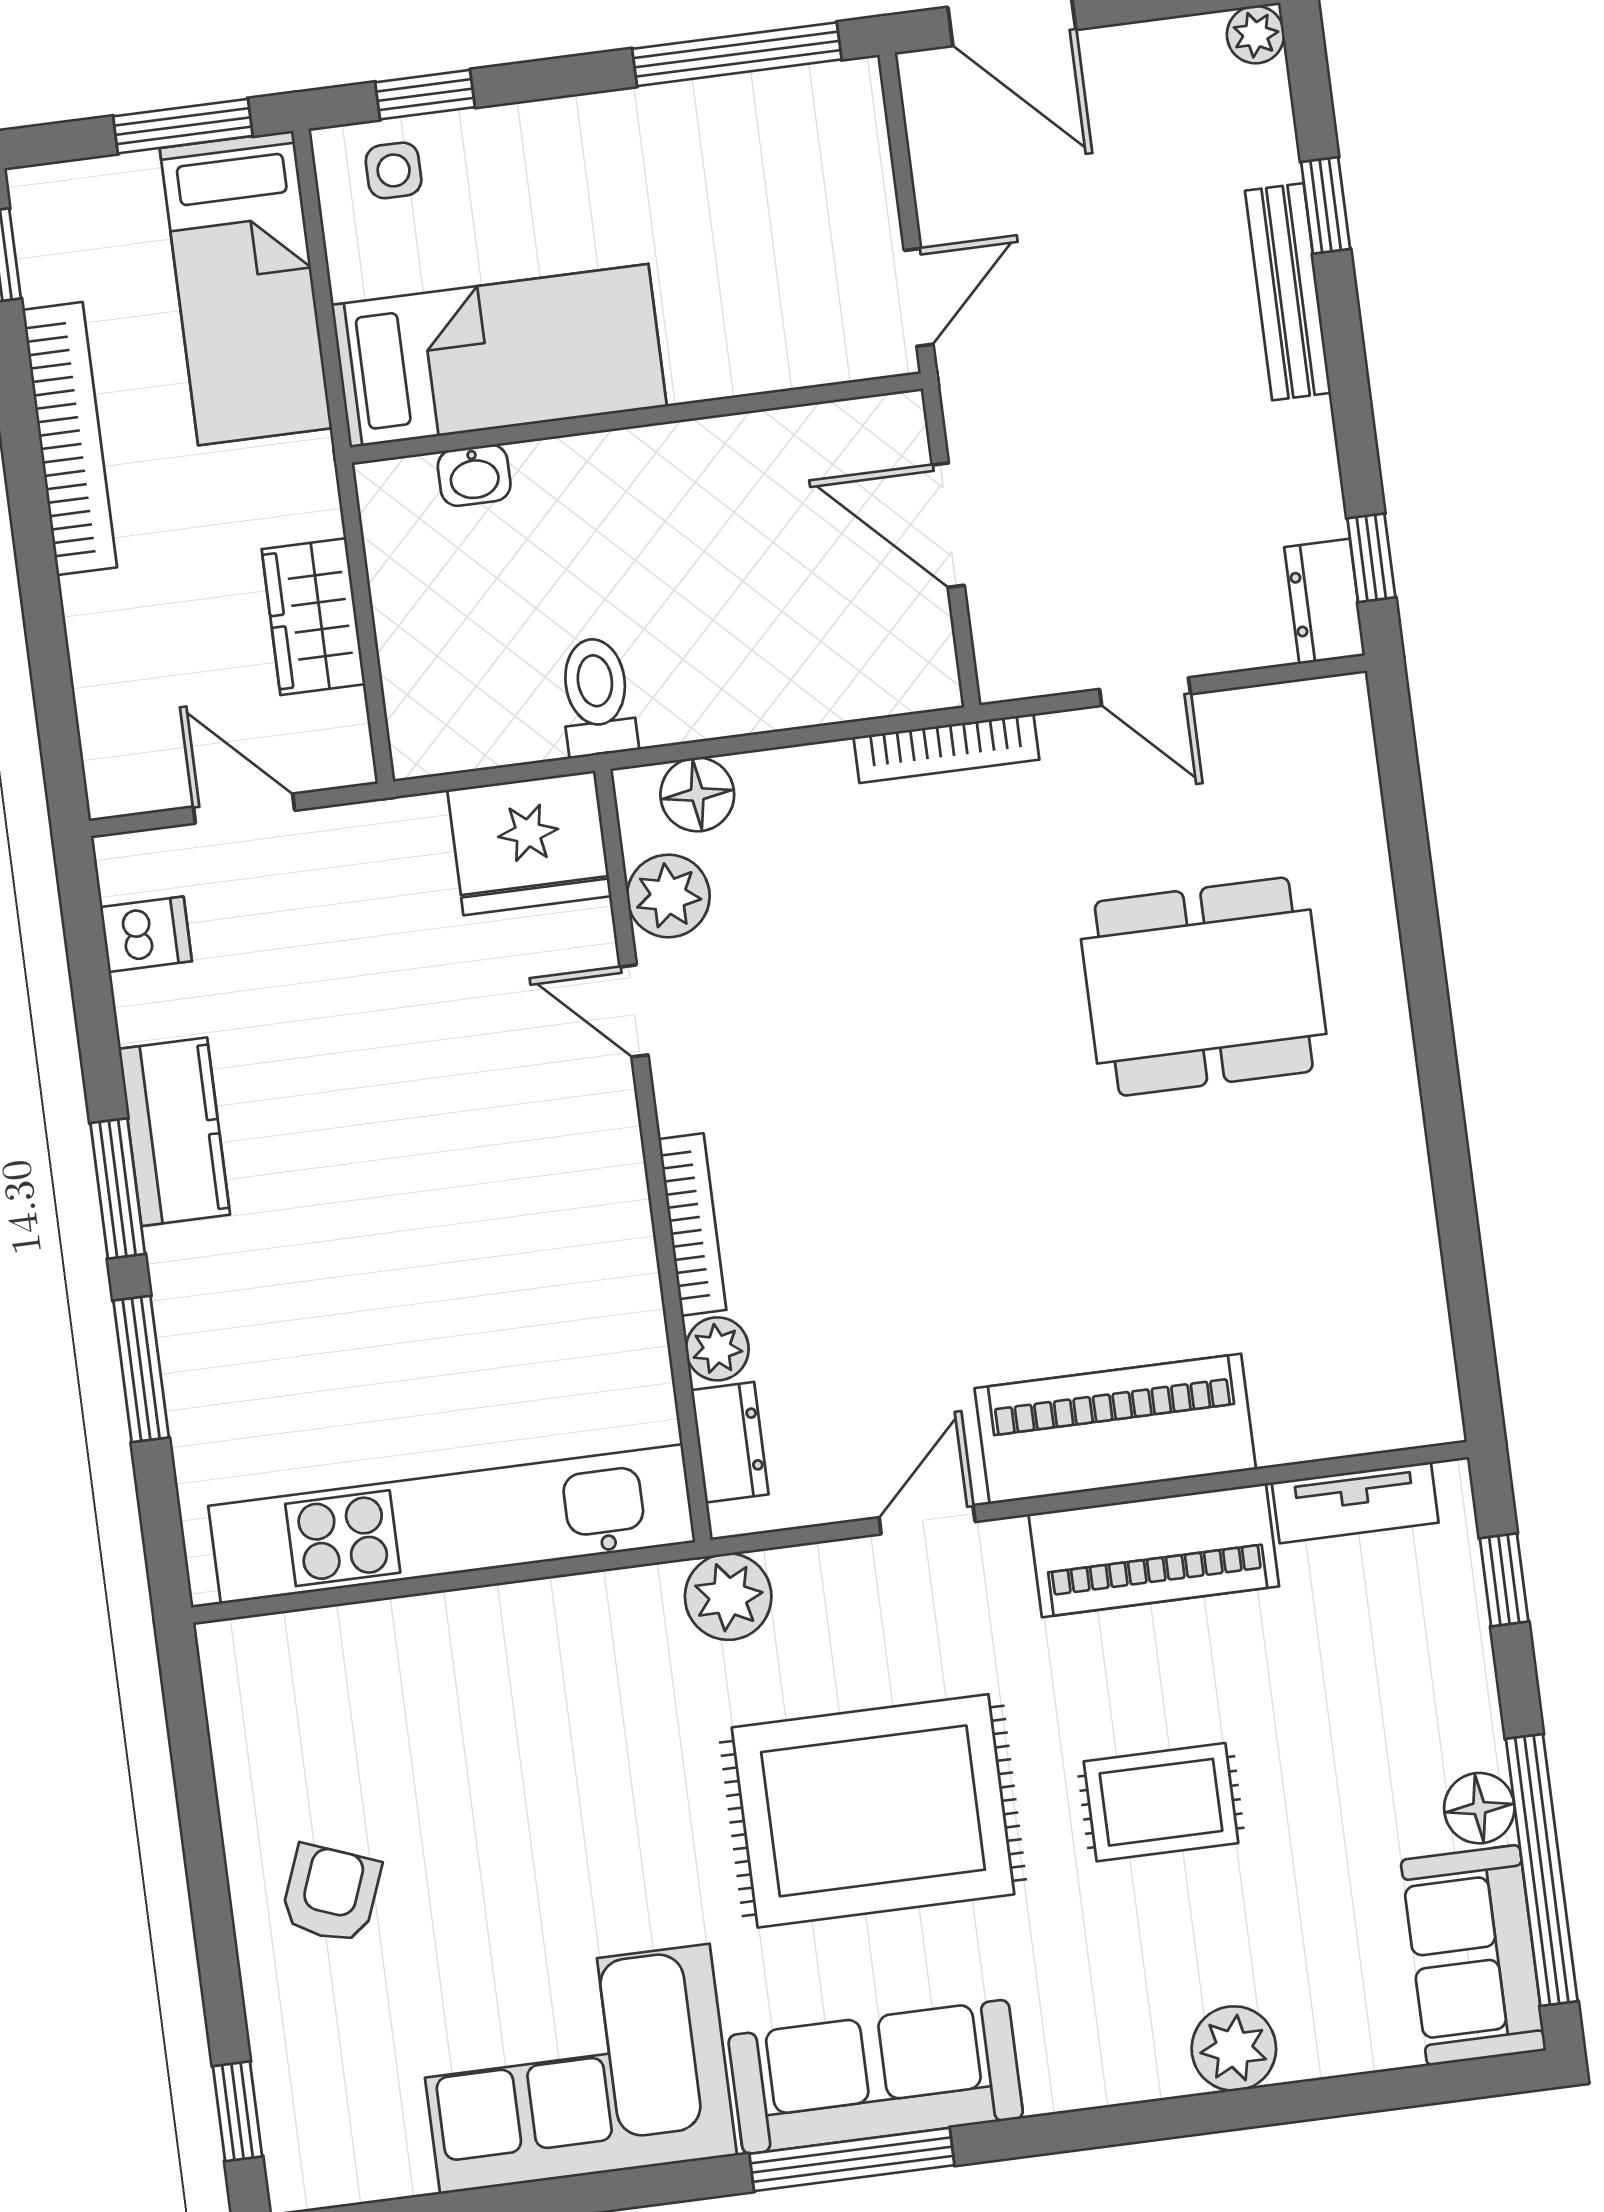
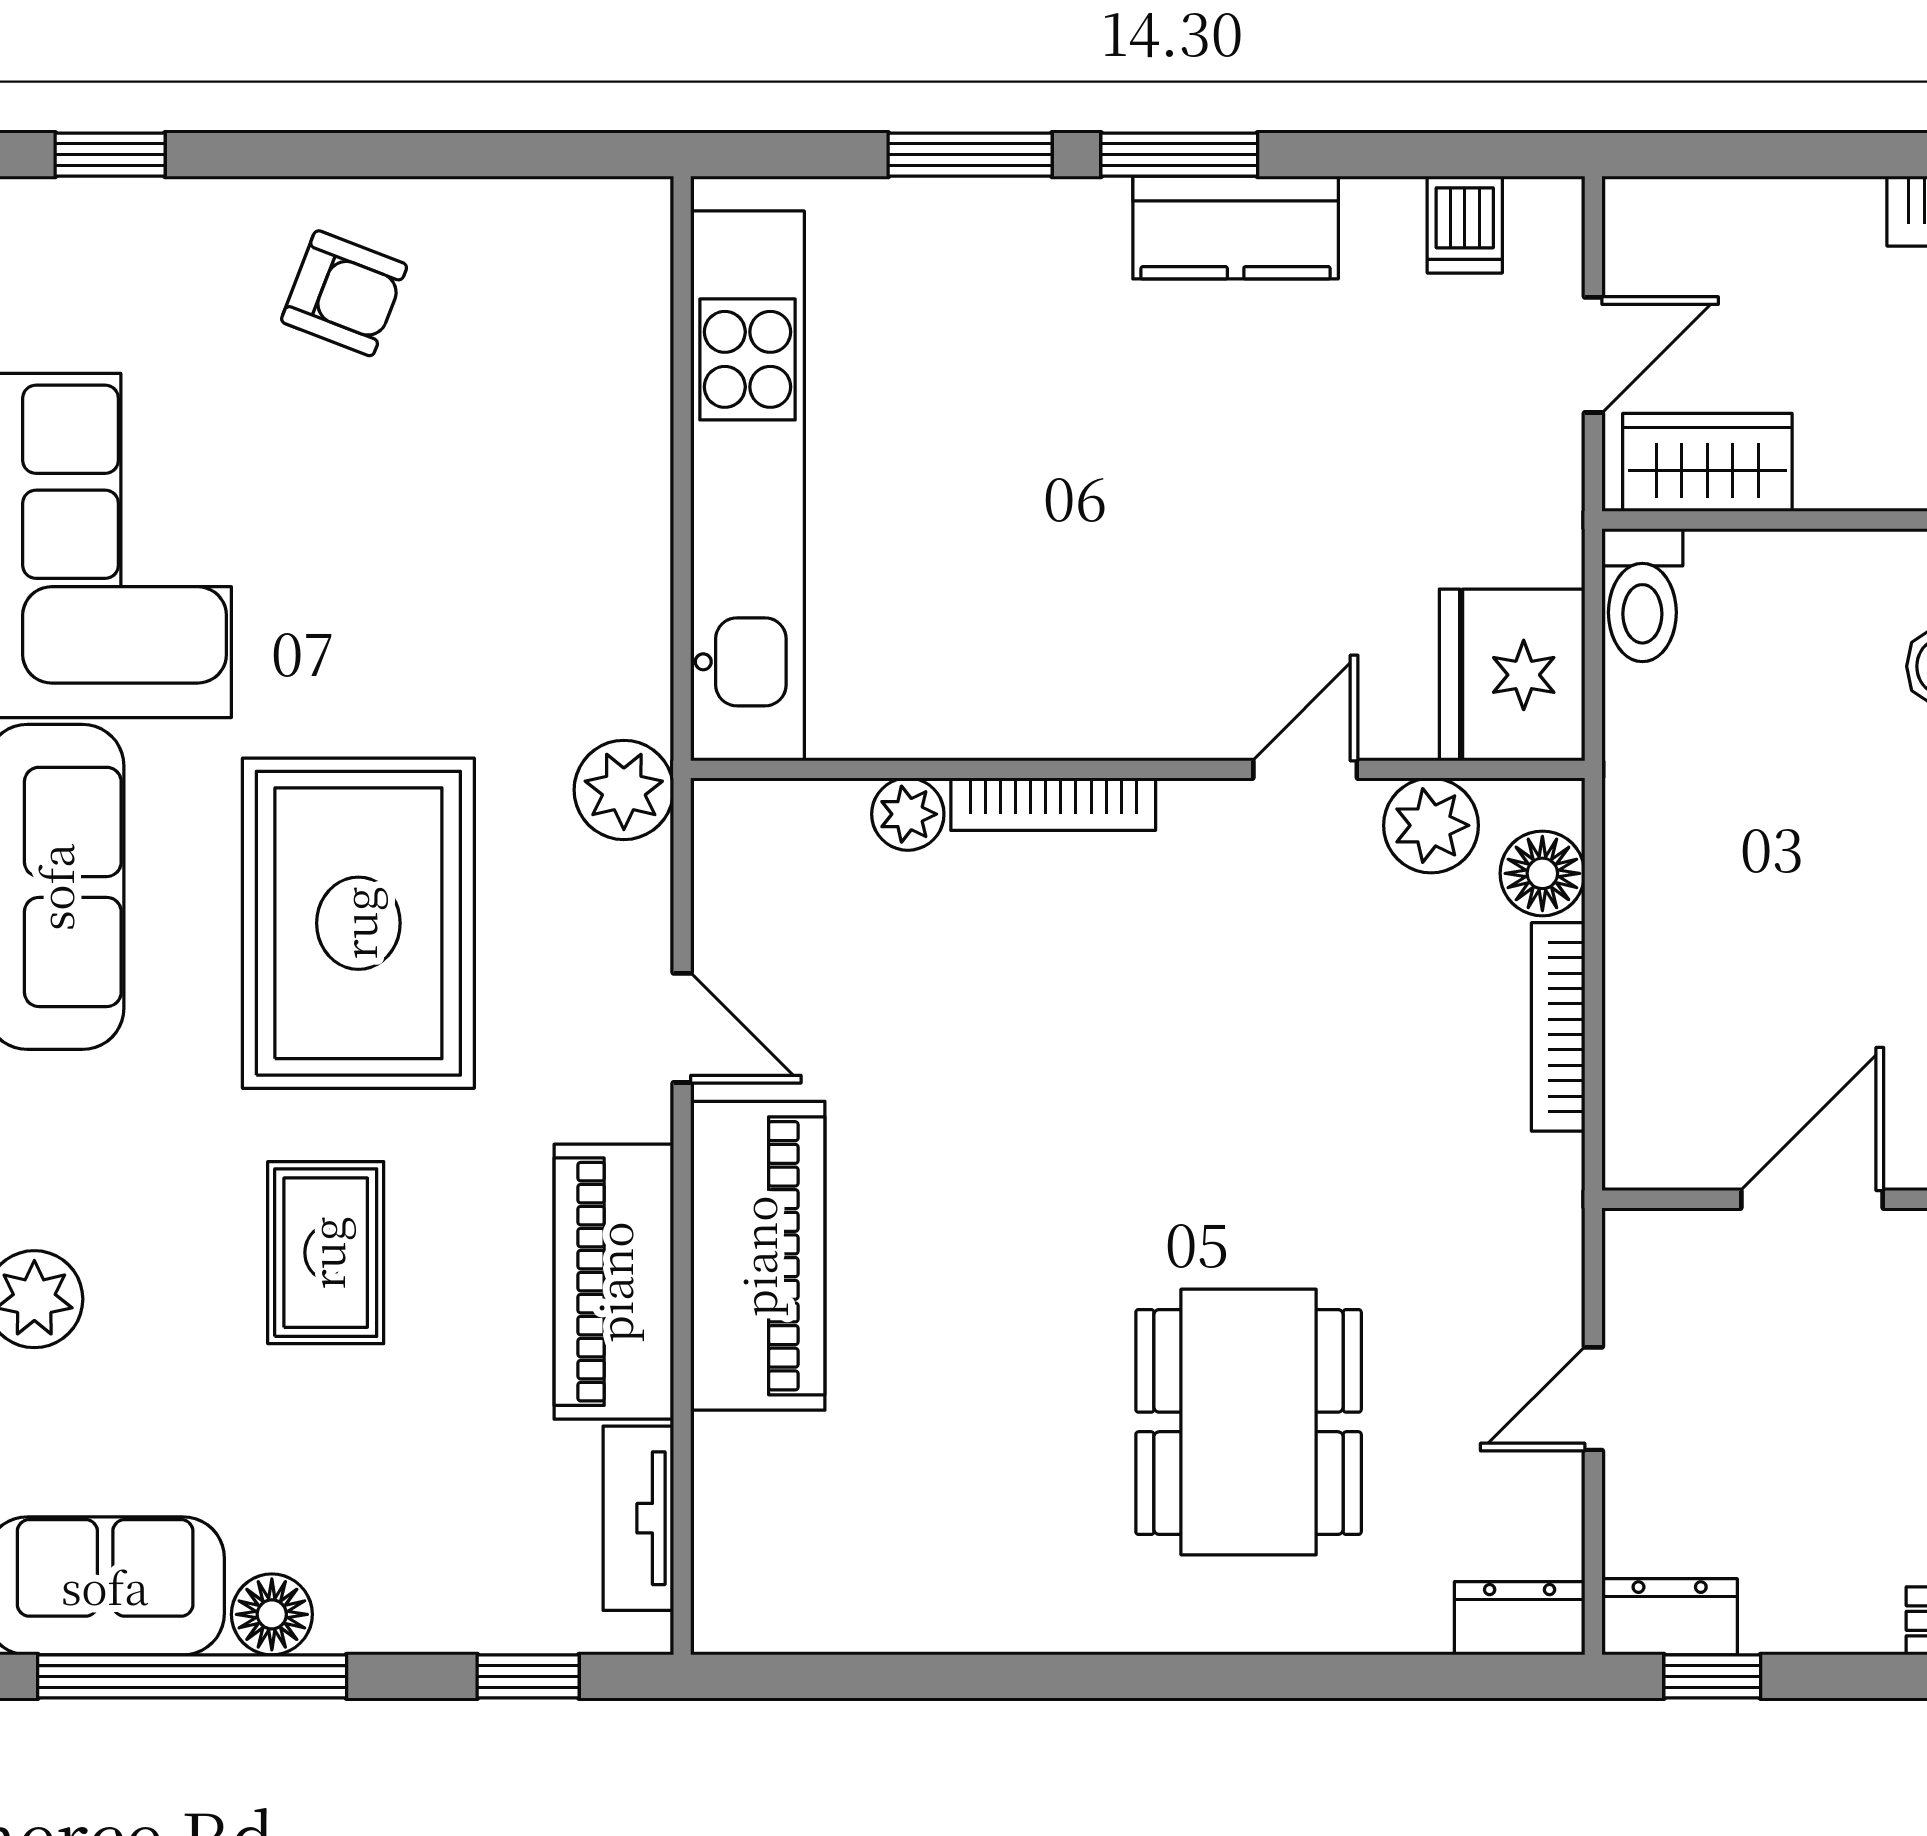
wardrobe: (313, 617) -> (1707, 462), moved
toilet: (597, 697) -> (1642, 595), moved, turned 90
bookcase: (946, 748) -> (1558, 1027), moved
dresser: (730, 1442) -> (1520, 1618), moved, turned 180

